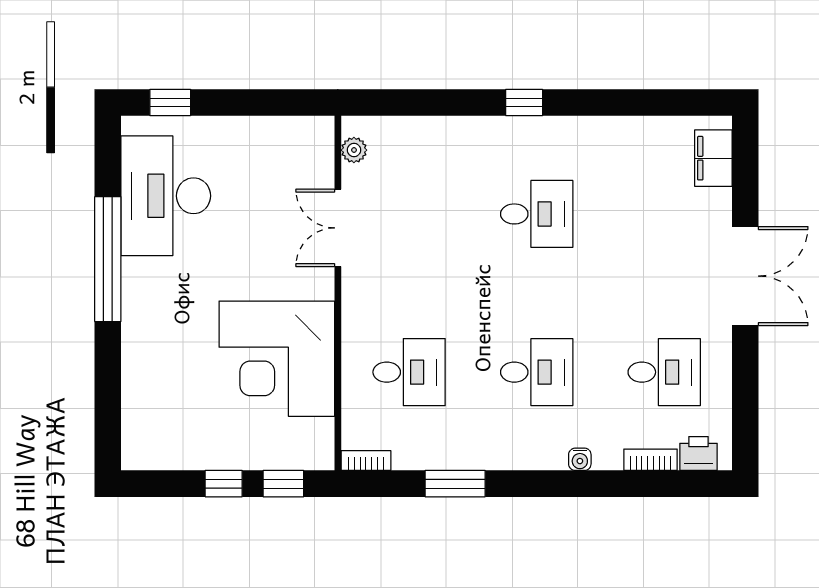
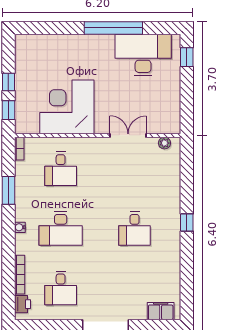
desk: (537, 372) -> (61, 228), width x1.37
water cooler: (580, 459) -> (20, 227), moved
bookcase: (650, 460) -> (20, 275), width x1.56

